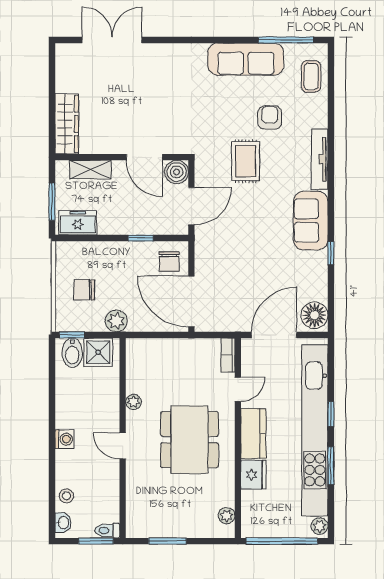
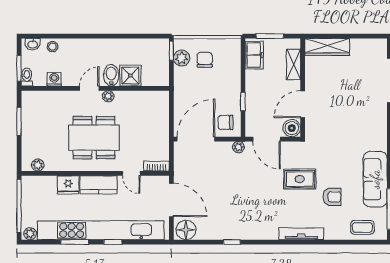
sofa: (311, 221) -> (256, 227), removed
plant: (202, 244) -> (238, 147), added
plant: (116, 321) -> (182, 58), moved
shower: (98, 352) -> (130, 76), moved
bidet: (72, 353) -> (111, 75), moved, turned 90
plant: (133, 402) -> (108, 96), moved
washing machine: (64, 439) -> (54, 79), moved, turned 180

